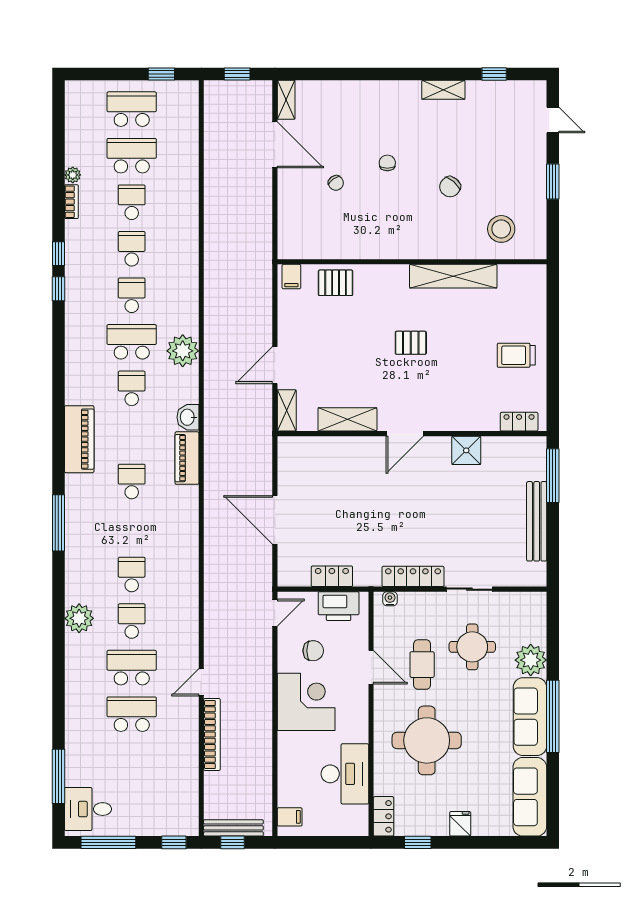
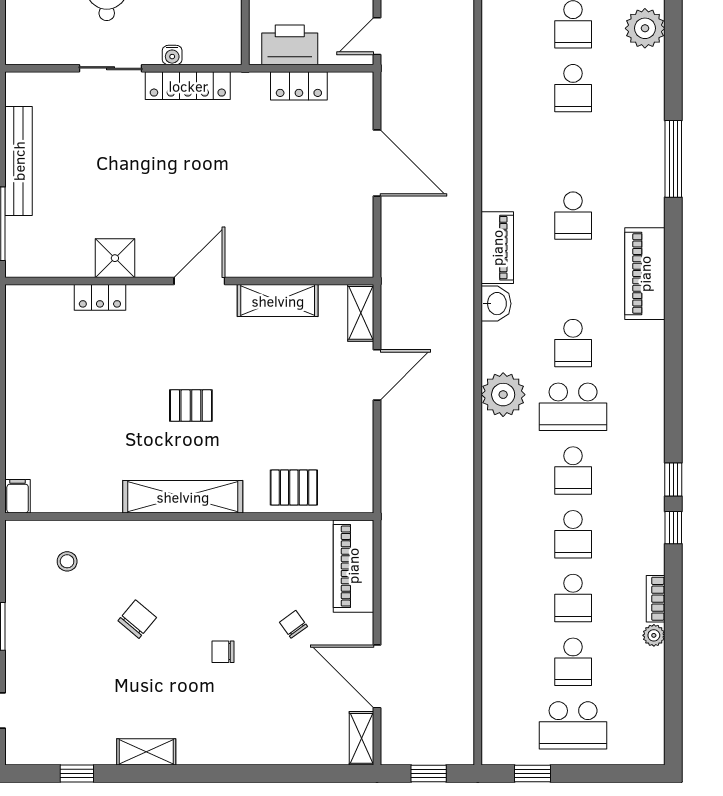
school desk: (132, 156) -> (573, 662), width x0.54
chair: (387, 163) -> (223, 652), turned 90
piano: (292, 226) -> (353, 566), added
stool: (501, 229) -> (67, 561), width x0.53, depth x0.53
shelving: (453, 276) -> (183, 497), moved
filing cabinet: (291, 277) -> (18, 496), moved
trolley: (516, 355) -> (46, 388), removed
locker: (519, 422) -> (100, 297), moved
water cooler: (390, 599) -> (172, 55), moved

